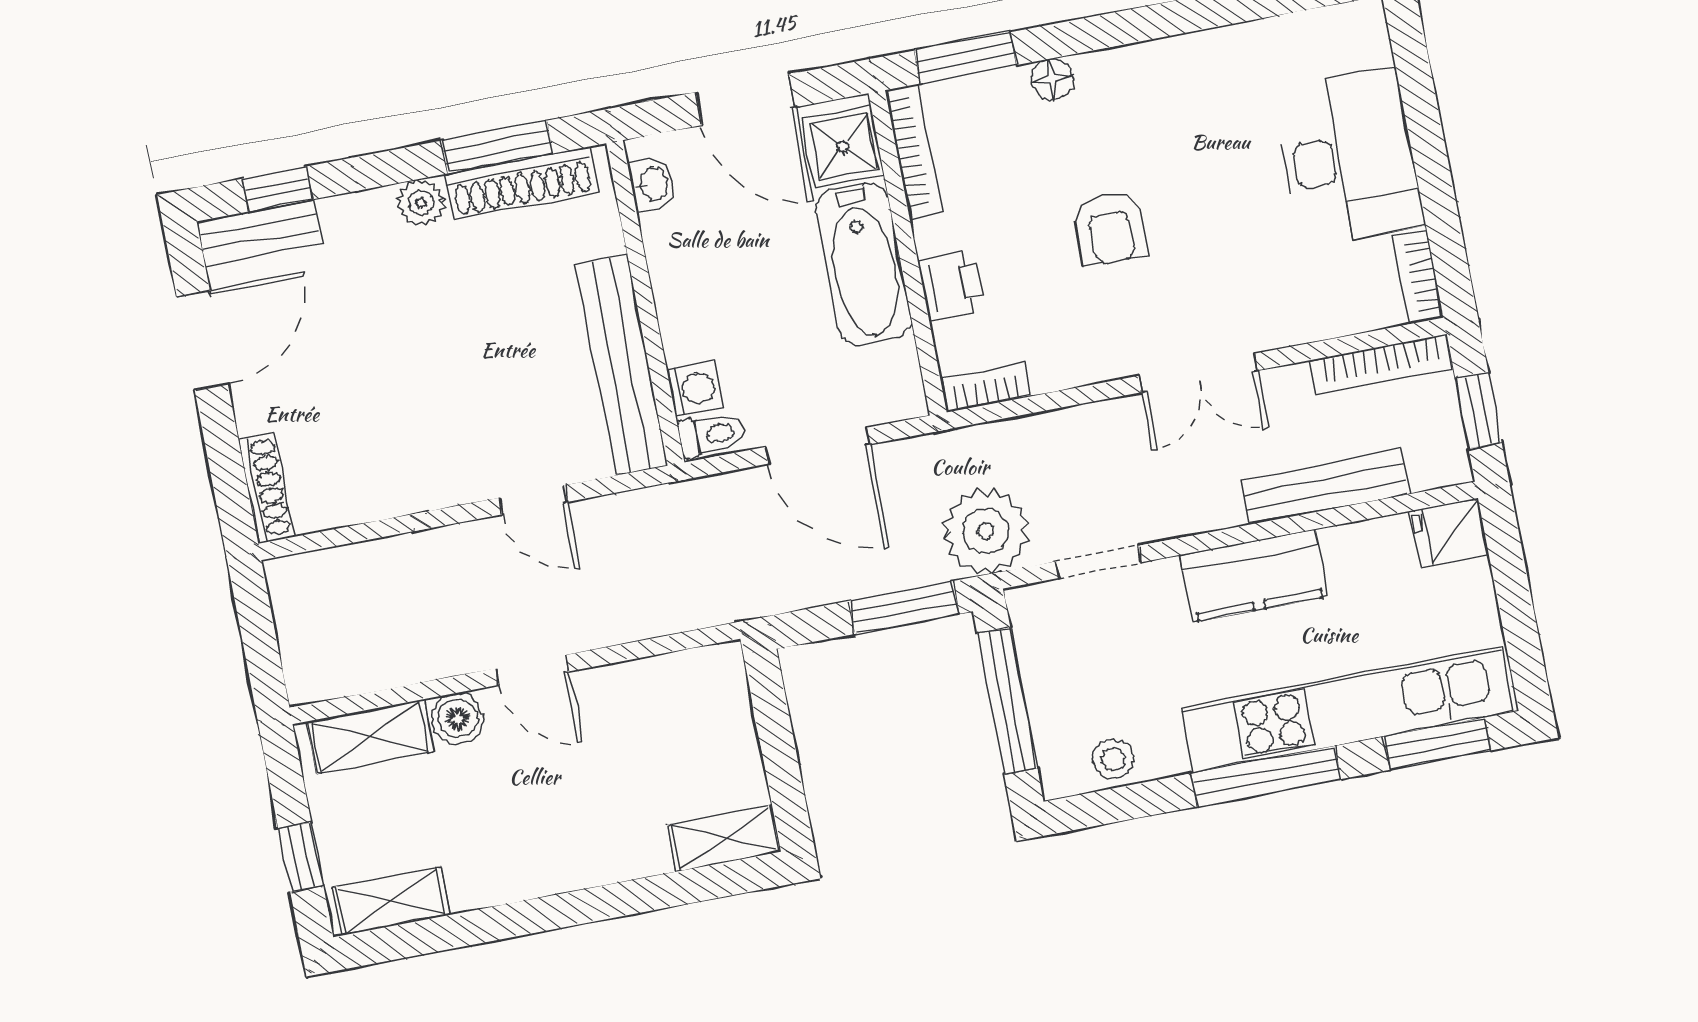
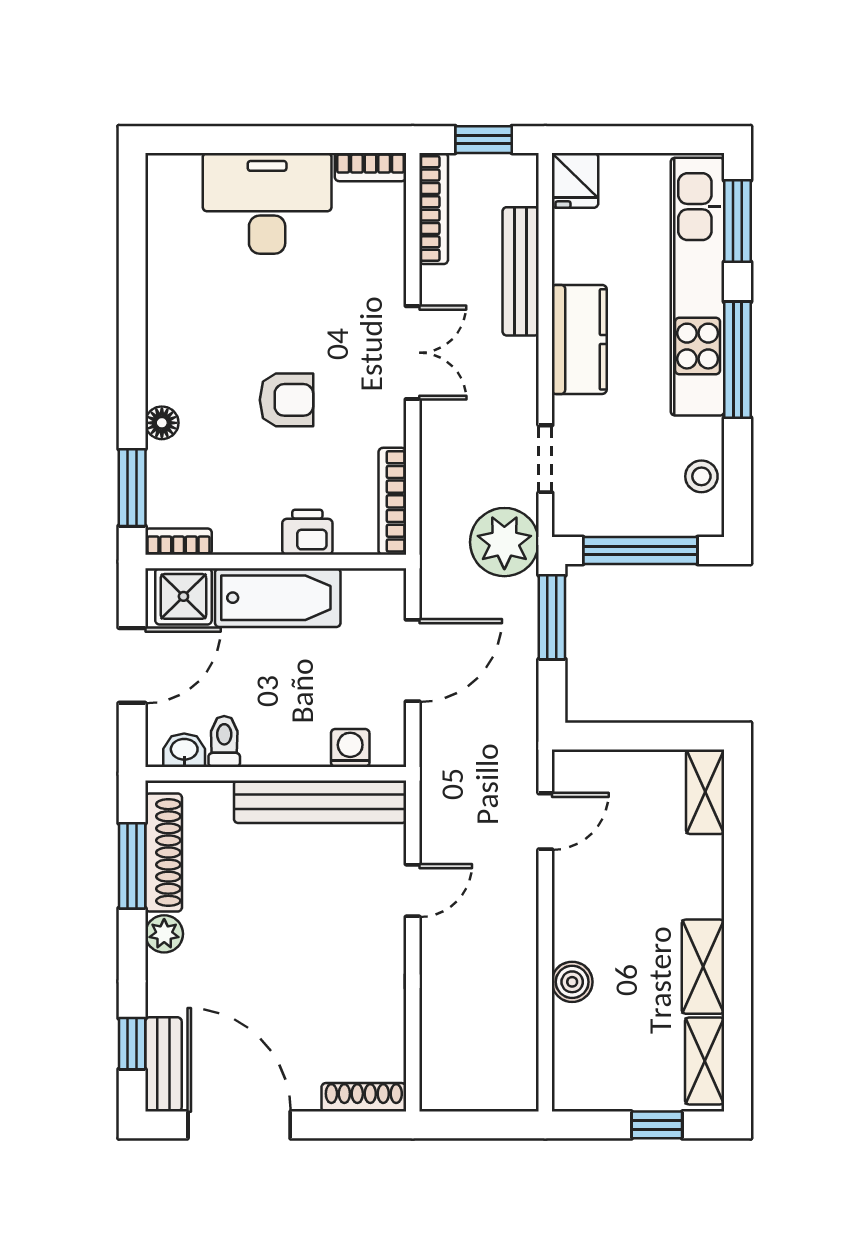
bookcase: (914, 151) -> (179, 542), width x0.64
door: (202, 340) -> (239, 1125), width x1.36
bookcase: (986, 387) -> (392, 501), width x1.56
toilet: (712, 435) -> (224, 741), moved
door: (532, 670) -> (545, 821), moved
shelving: (370, 736) -> (703, 967), moved

